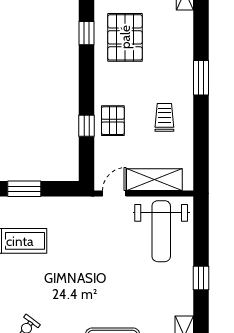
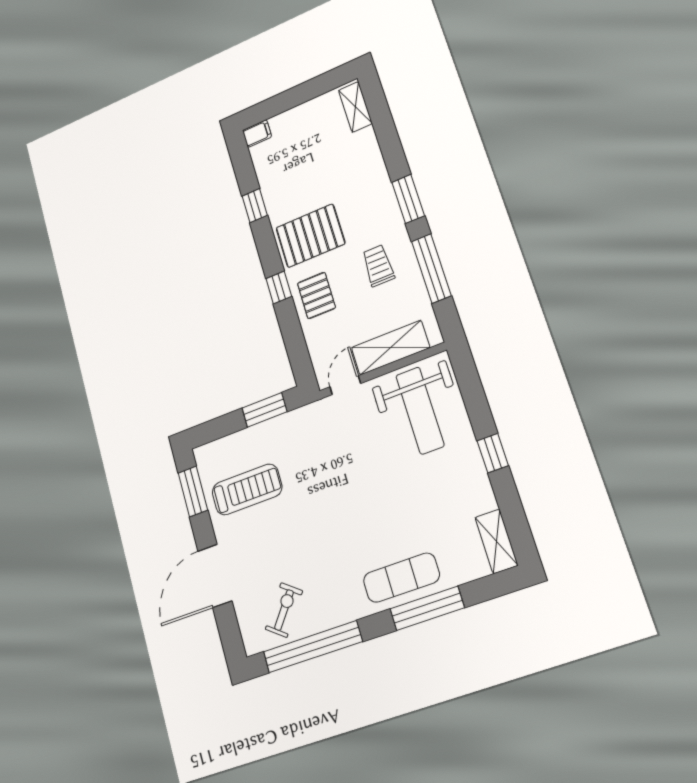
pallet: (125, 37) -> (310, 236), moved, turned 90
window: (87, 126) -> (279, 287), moved
window: (201, 135) -> (431, 269), added
window: (24, 189) -> (264, 410), moved

